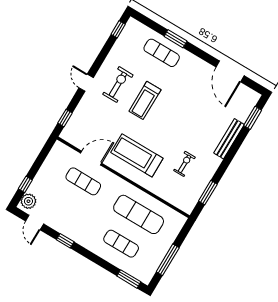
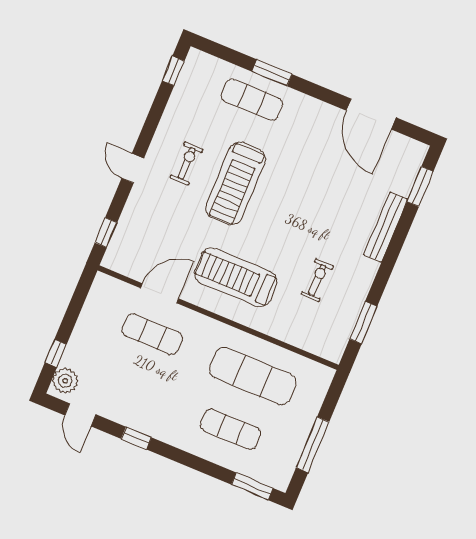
exercise bike: (118, 85) -> (187, 163), width x0.73, depth x0.72
treadmill: (145, 100) -> (236, 183), width x1.37, depth x1.38

